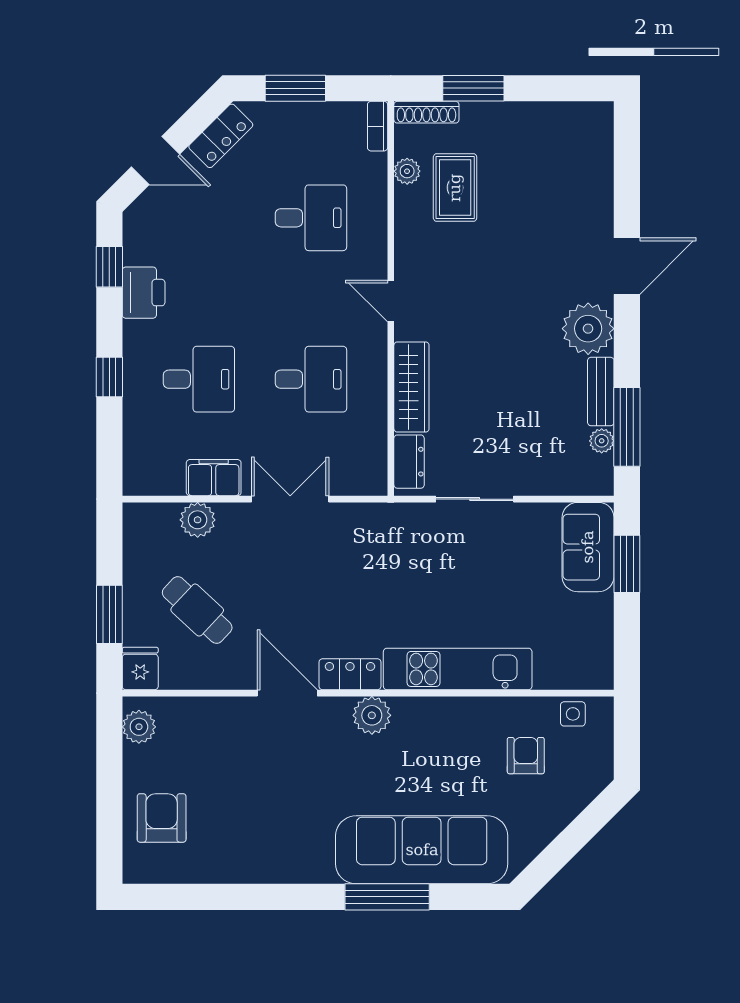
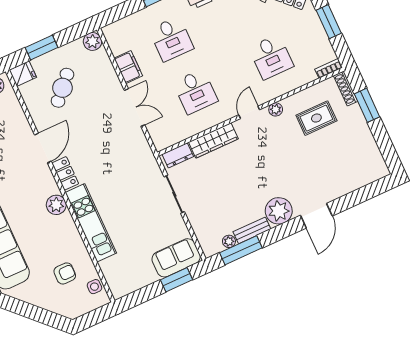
plant: (407, 171) -> (276, 109), moved
door: (627, 266) -> (316, 216), hinge flipped
plant: (198, 520) -> (93, 41), moved
plant: (372, 715) -> (56, 205), moved

